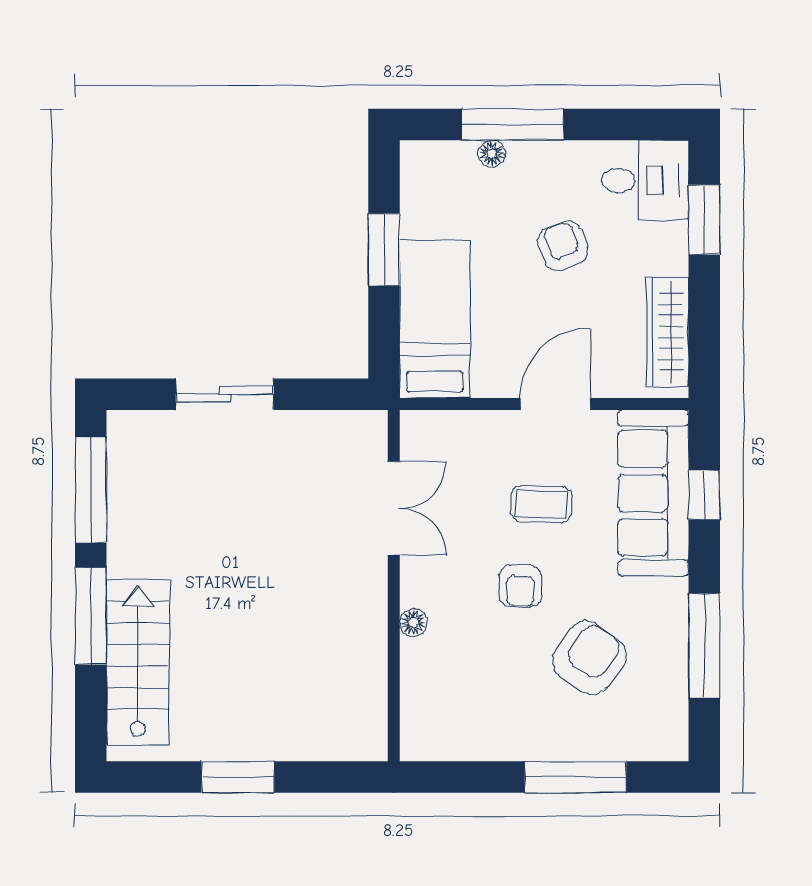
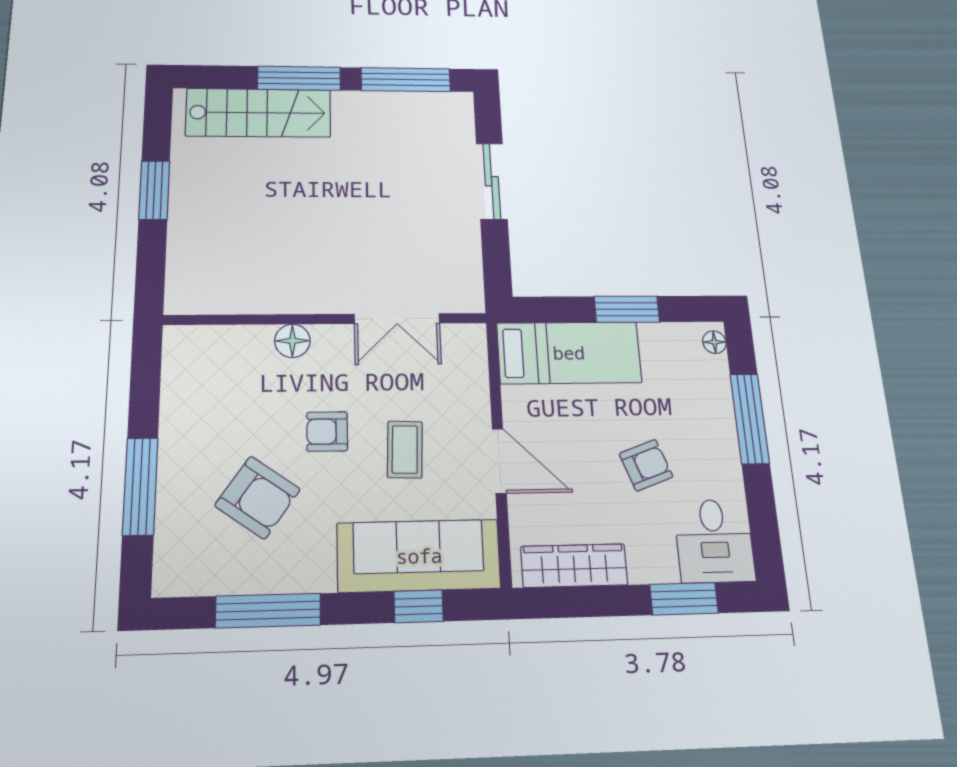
floor lamp: (492, 154) -> (714, 342), moved
floor lamp: (413, 623) -> (292, 341), width x1.37, depth x1.37

